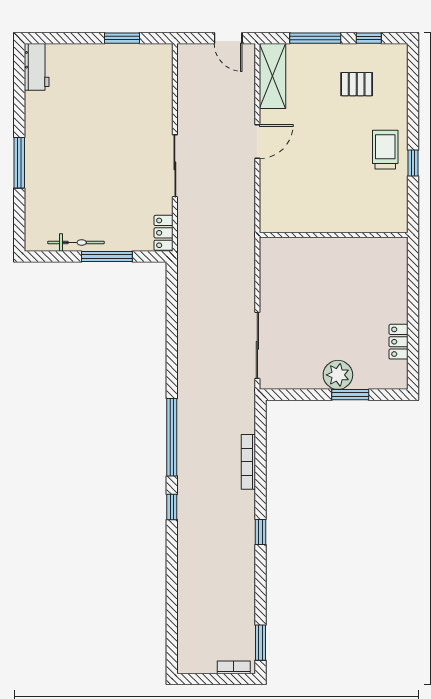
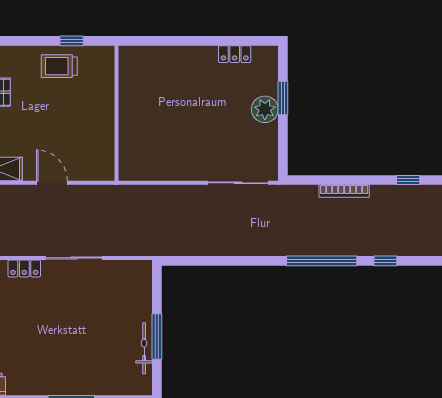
locker: (163, 233) -> (24, 268), moved
wall: (334, 235) -> (116, 113), moved
window: (107, 257) -> (157, 336), moved

